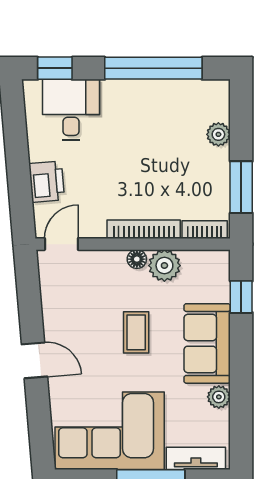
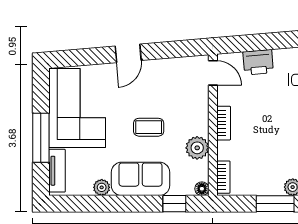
window: (241, 187) -> (275, 204), moved
bookcase: (144, 229) -> (224, 123), width x0.64
floor lamp: (137, 259) -> (202, 189), moved

